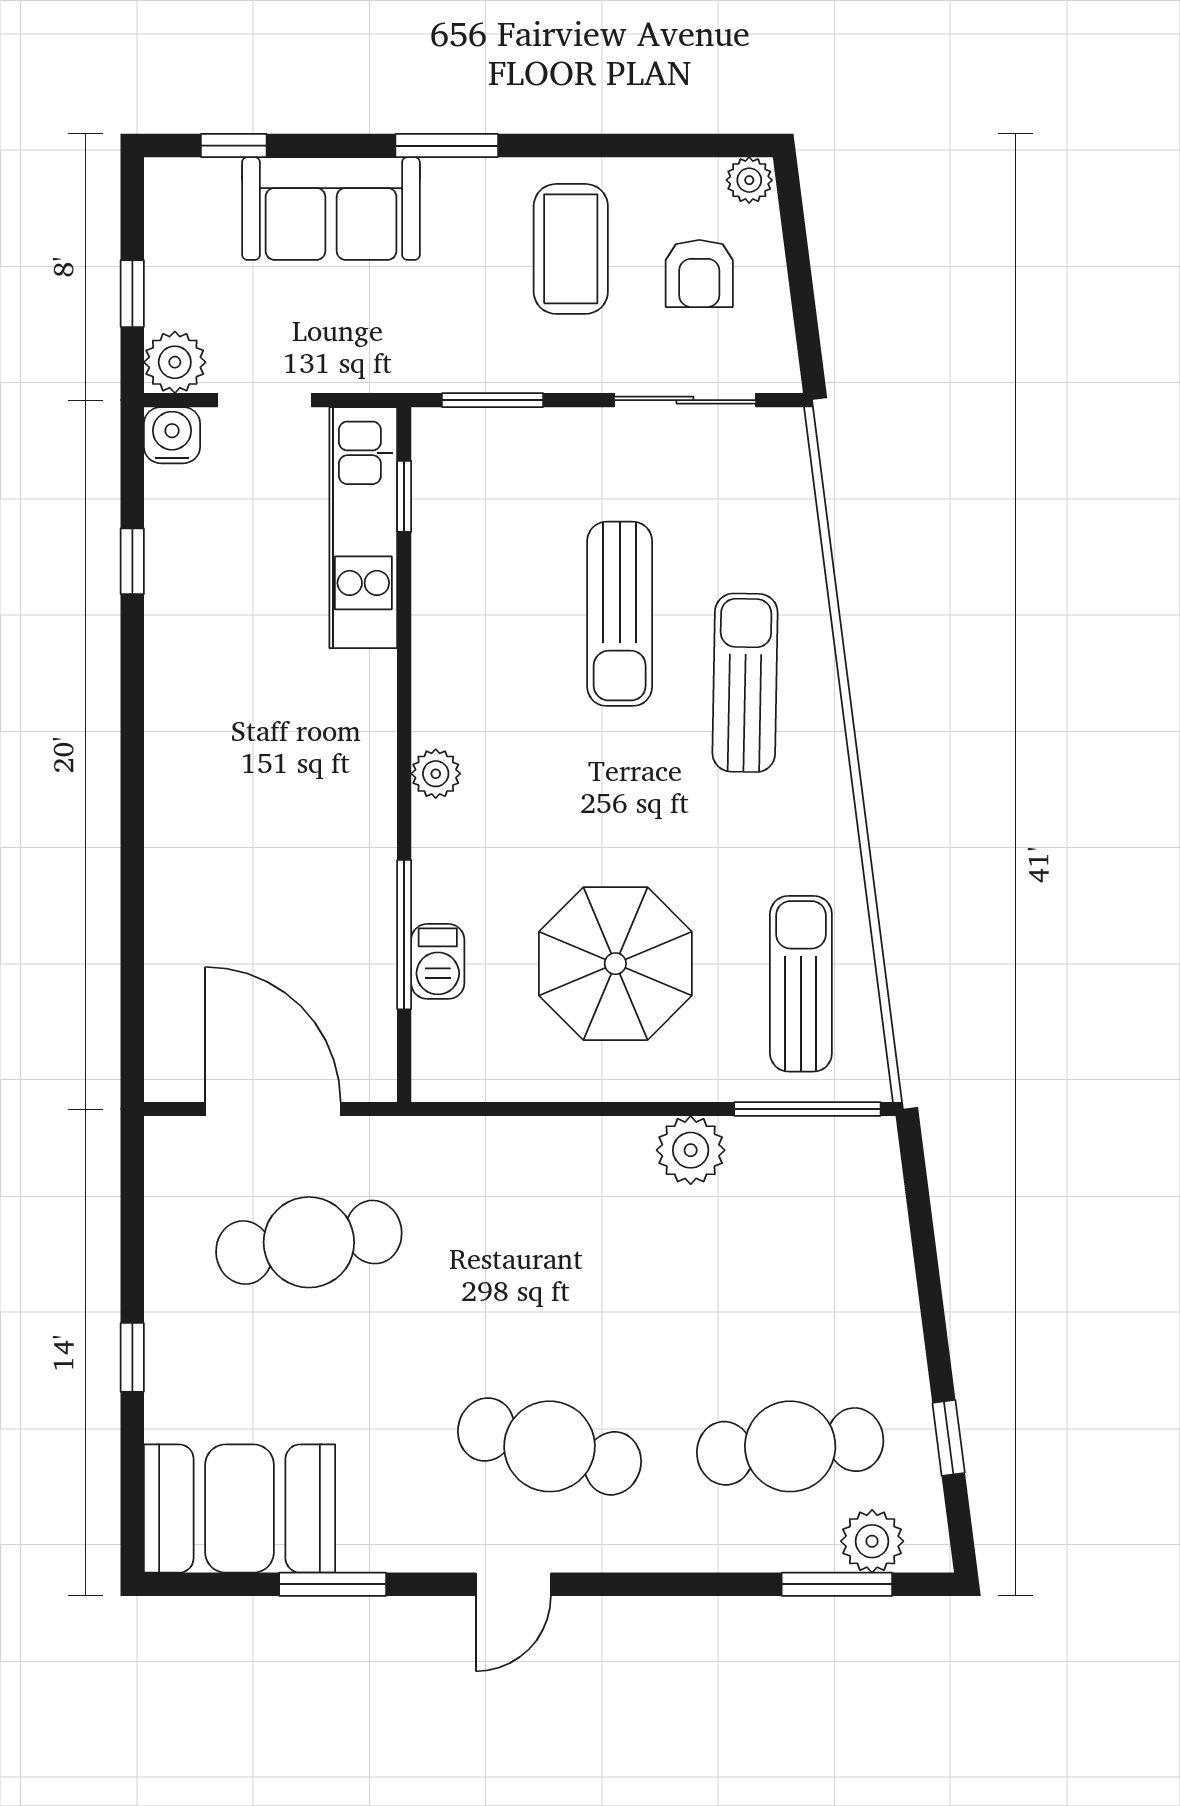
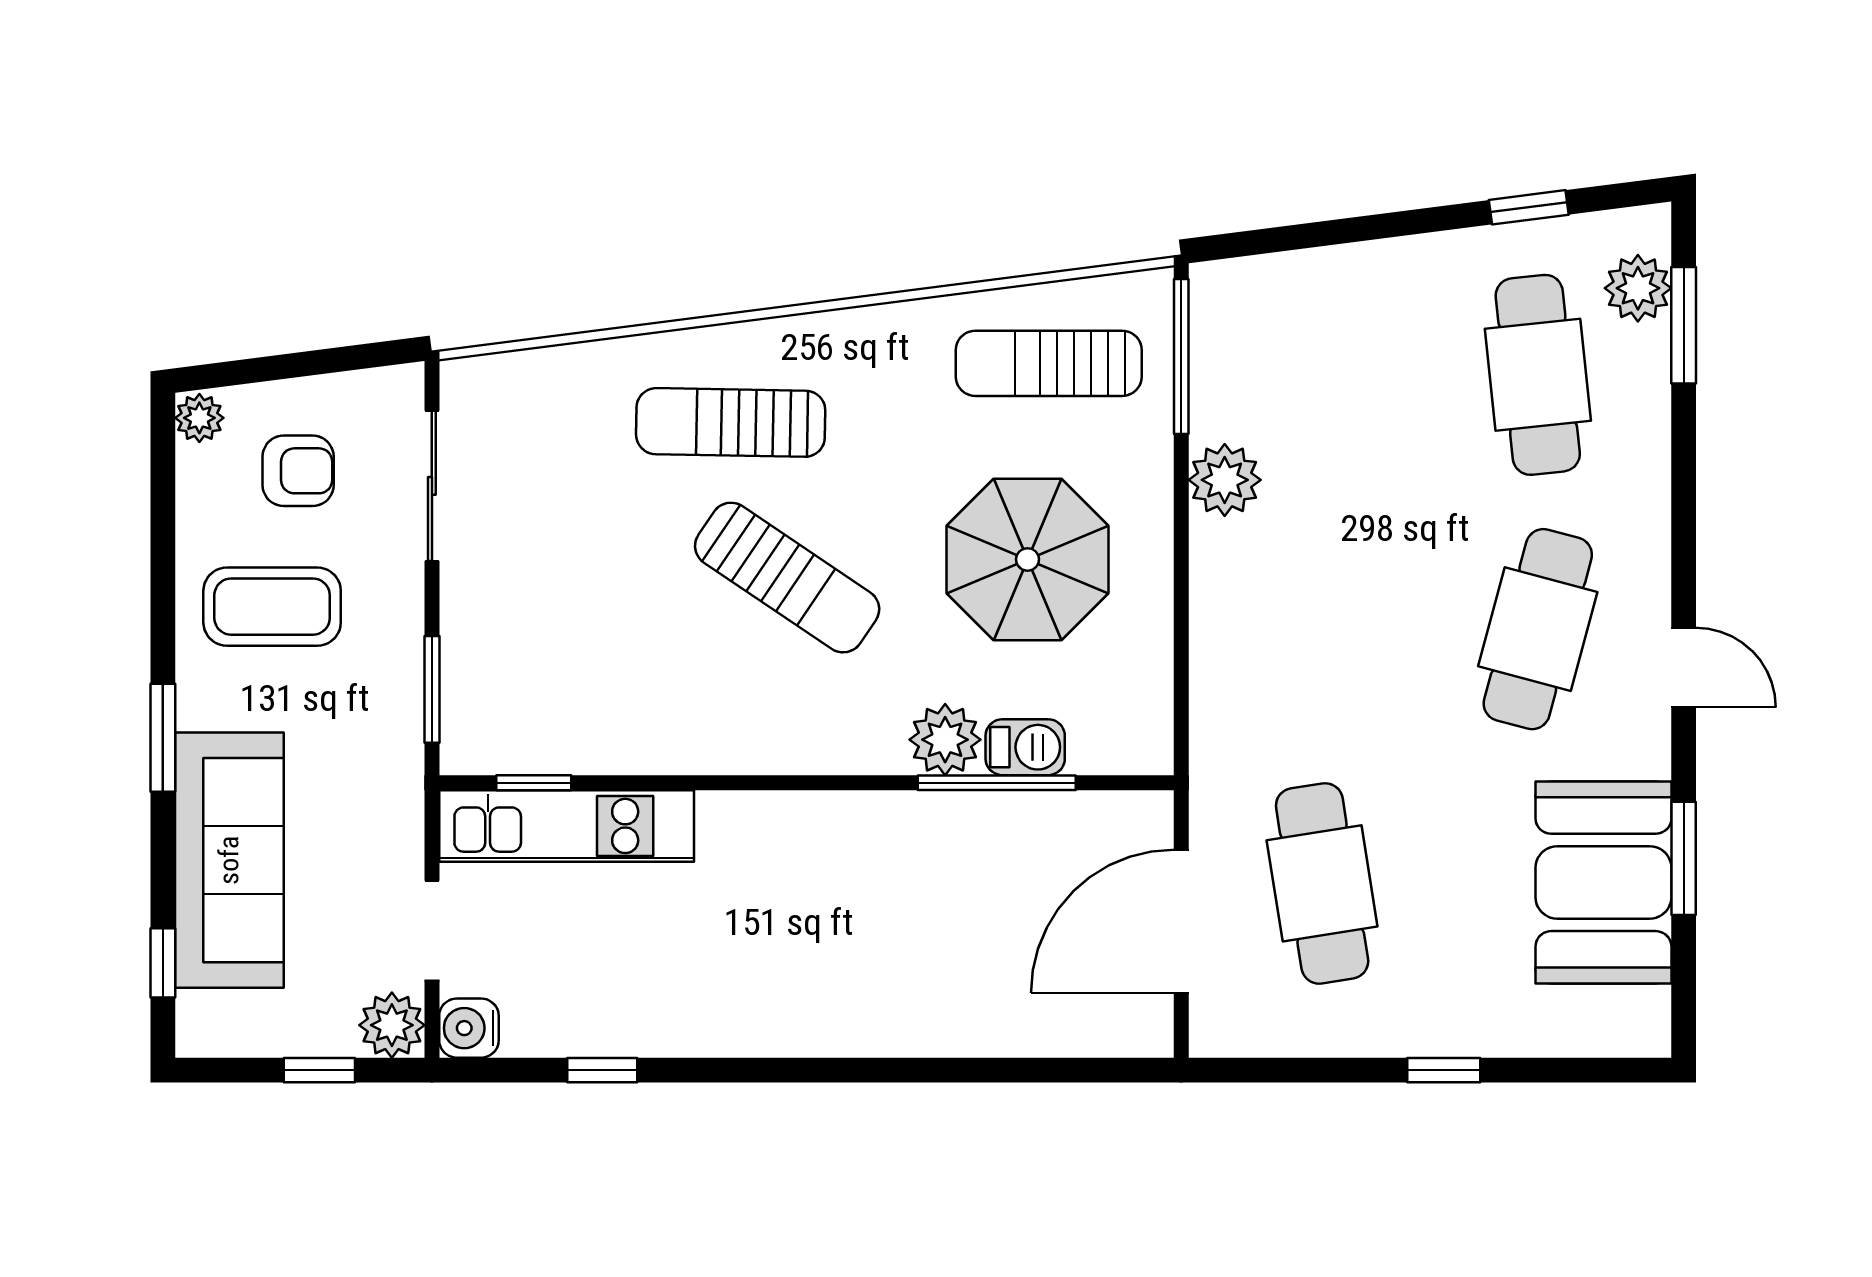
sofa: (331, 209) -> (229, 860), width x1.36
sun lounger: (620, 614) -> (787, 578), moved, turned 34
plant: (436, 774) -> (945, 740), moved, width x1.38, depth x1.38
booth: (240, 1509) -> (1603, 882), moved

